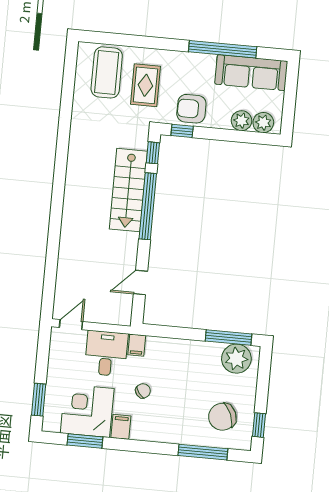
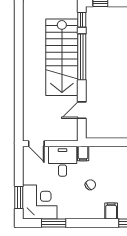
stairs: (128, 190) -> (62, 57), width x1.36, depth x1.51
door: (71, 325) -> (36, 144), swing flipped
corner desk: (87, 411) -> (40, 202), moved, turned 90
filing cabinet: (121, 427) -> (111, 211), moved

